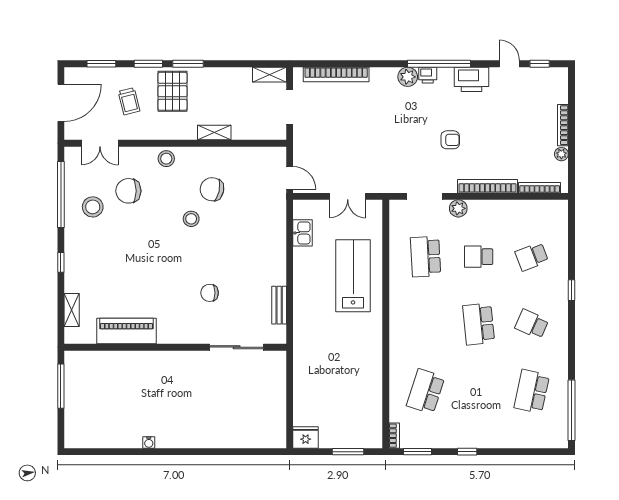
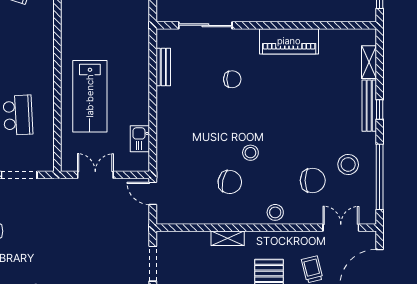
bench: (71, 266) -> (369, 106), added
piano: (126, 331) -> (289, 41), moved

